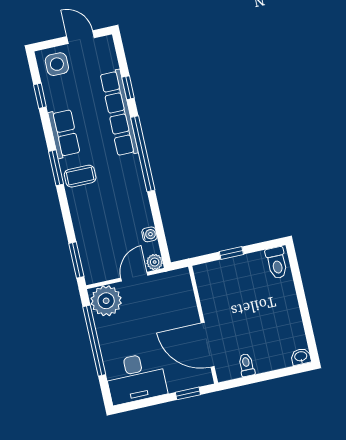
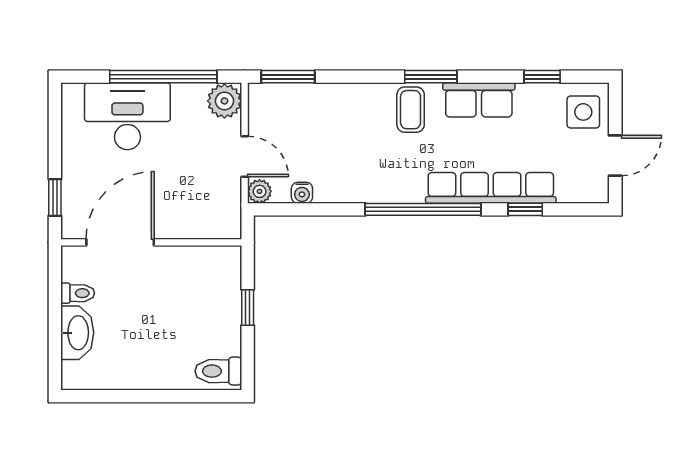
plant: (106, 301) -> (224, 101), width x0.73, depth x0.73
washbasin: (301, 357) -> (77, 333), moved, width x1.91, depth x1.45
desk: (136, 378) -> (127, 116), moved, turned 90

